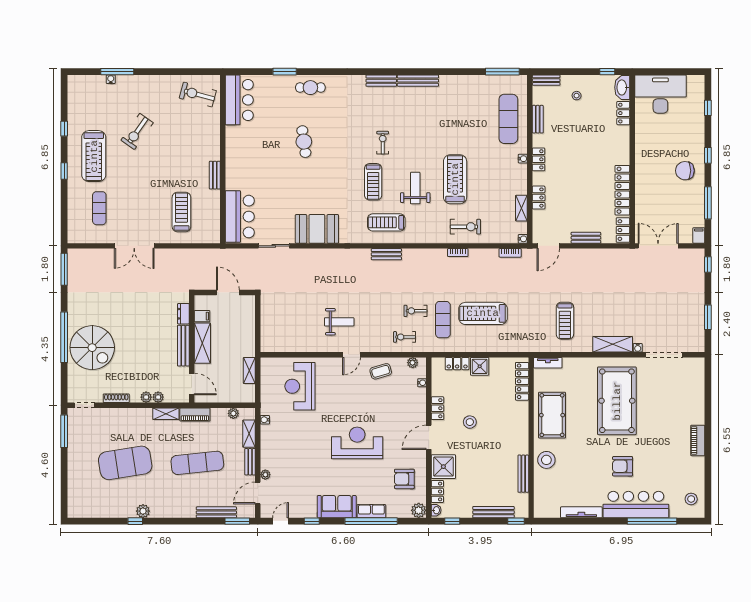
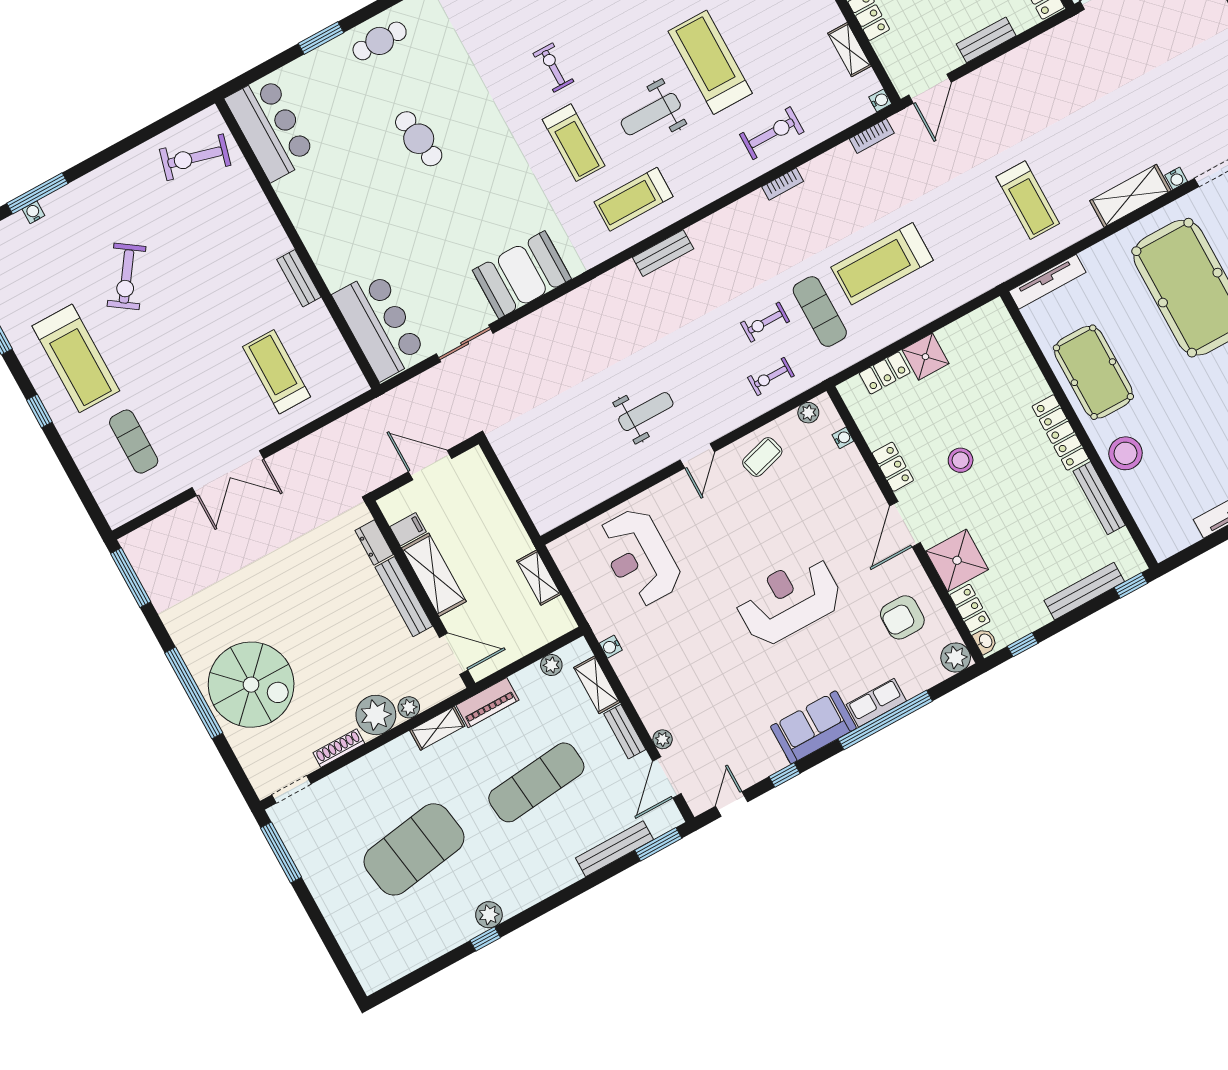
weight bench: (415, 188) -> (651, 114), turned -90
tv unit: (548, 363) -> (1047, 282), width x1.41
locker: (522, 381) -> (1060, 432), moved
plant: (146, 397) -> (376, 715), width x1.87, depth x1.87

